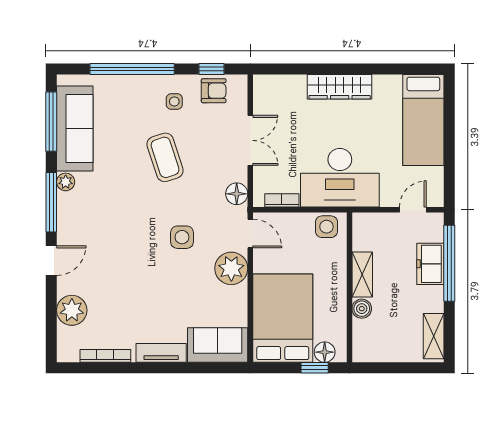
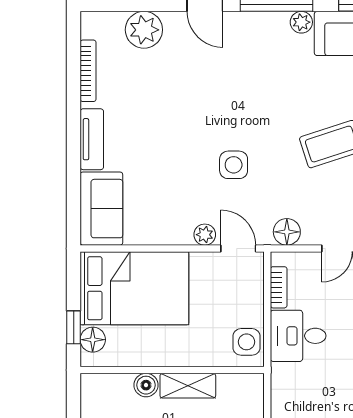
desk: (340, 178) -> (298, 336), width x0.53, depth x0.77
door: (250, 233) -> (238, 248), swing flipped
plant: (231, 268) -> (205, 235), width x0.53, depth x0.53

